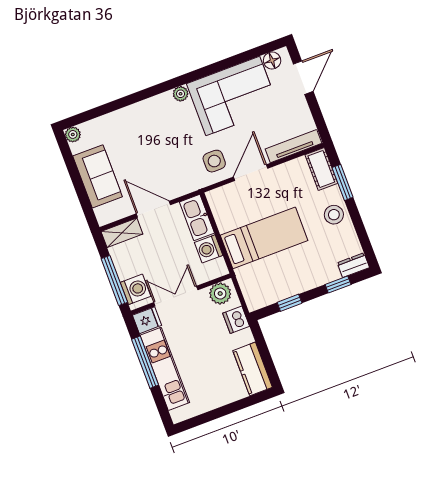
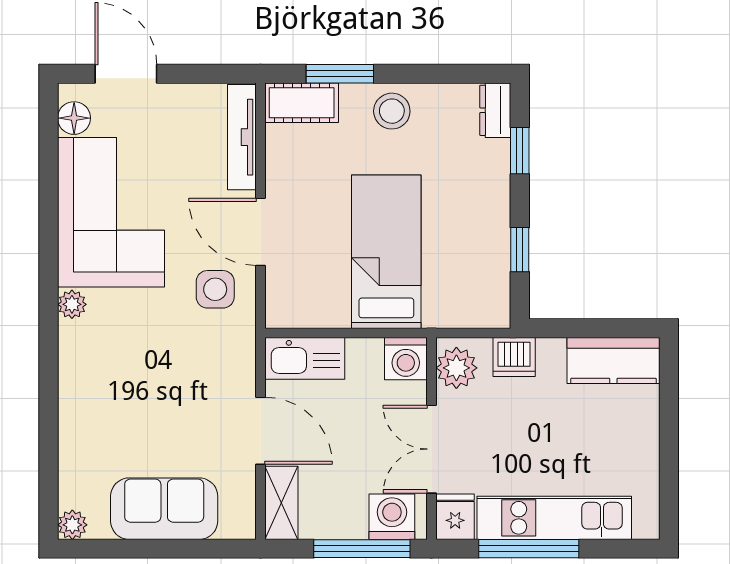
door: (153, 209) -> (261, 431), swing flipped
washing machine: (209, 249) -> (406, 359), moved

